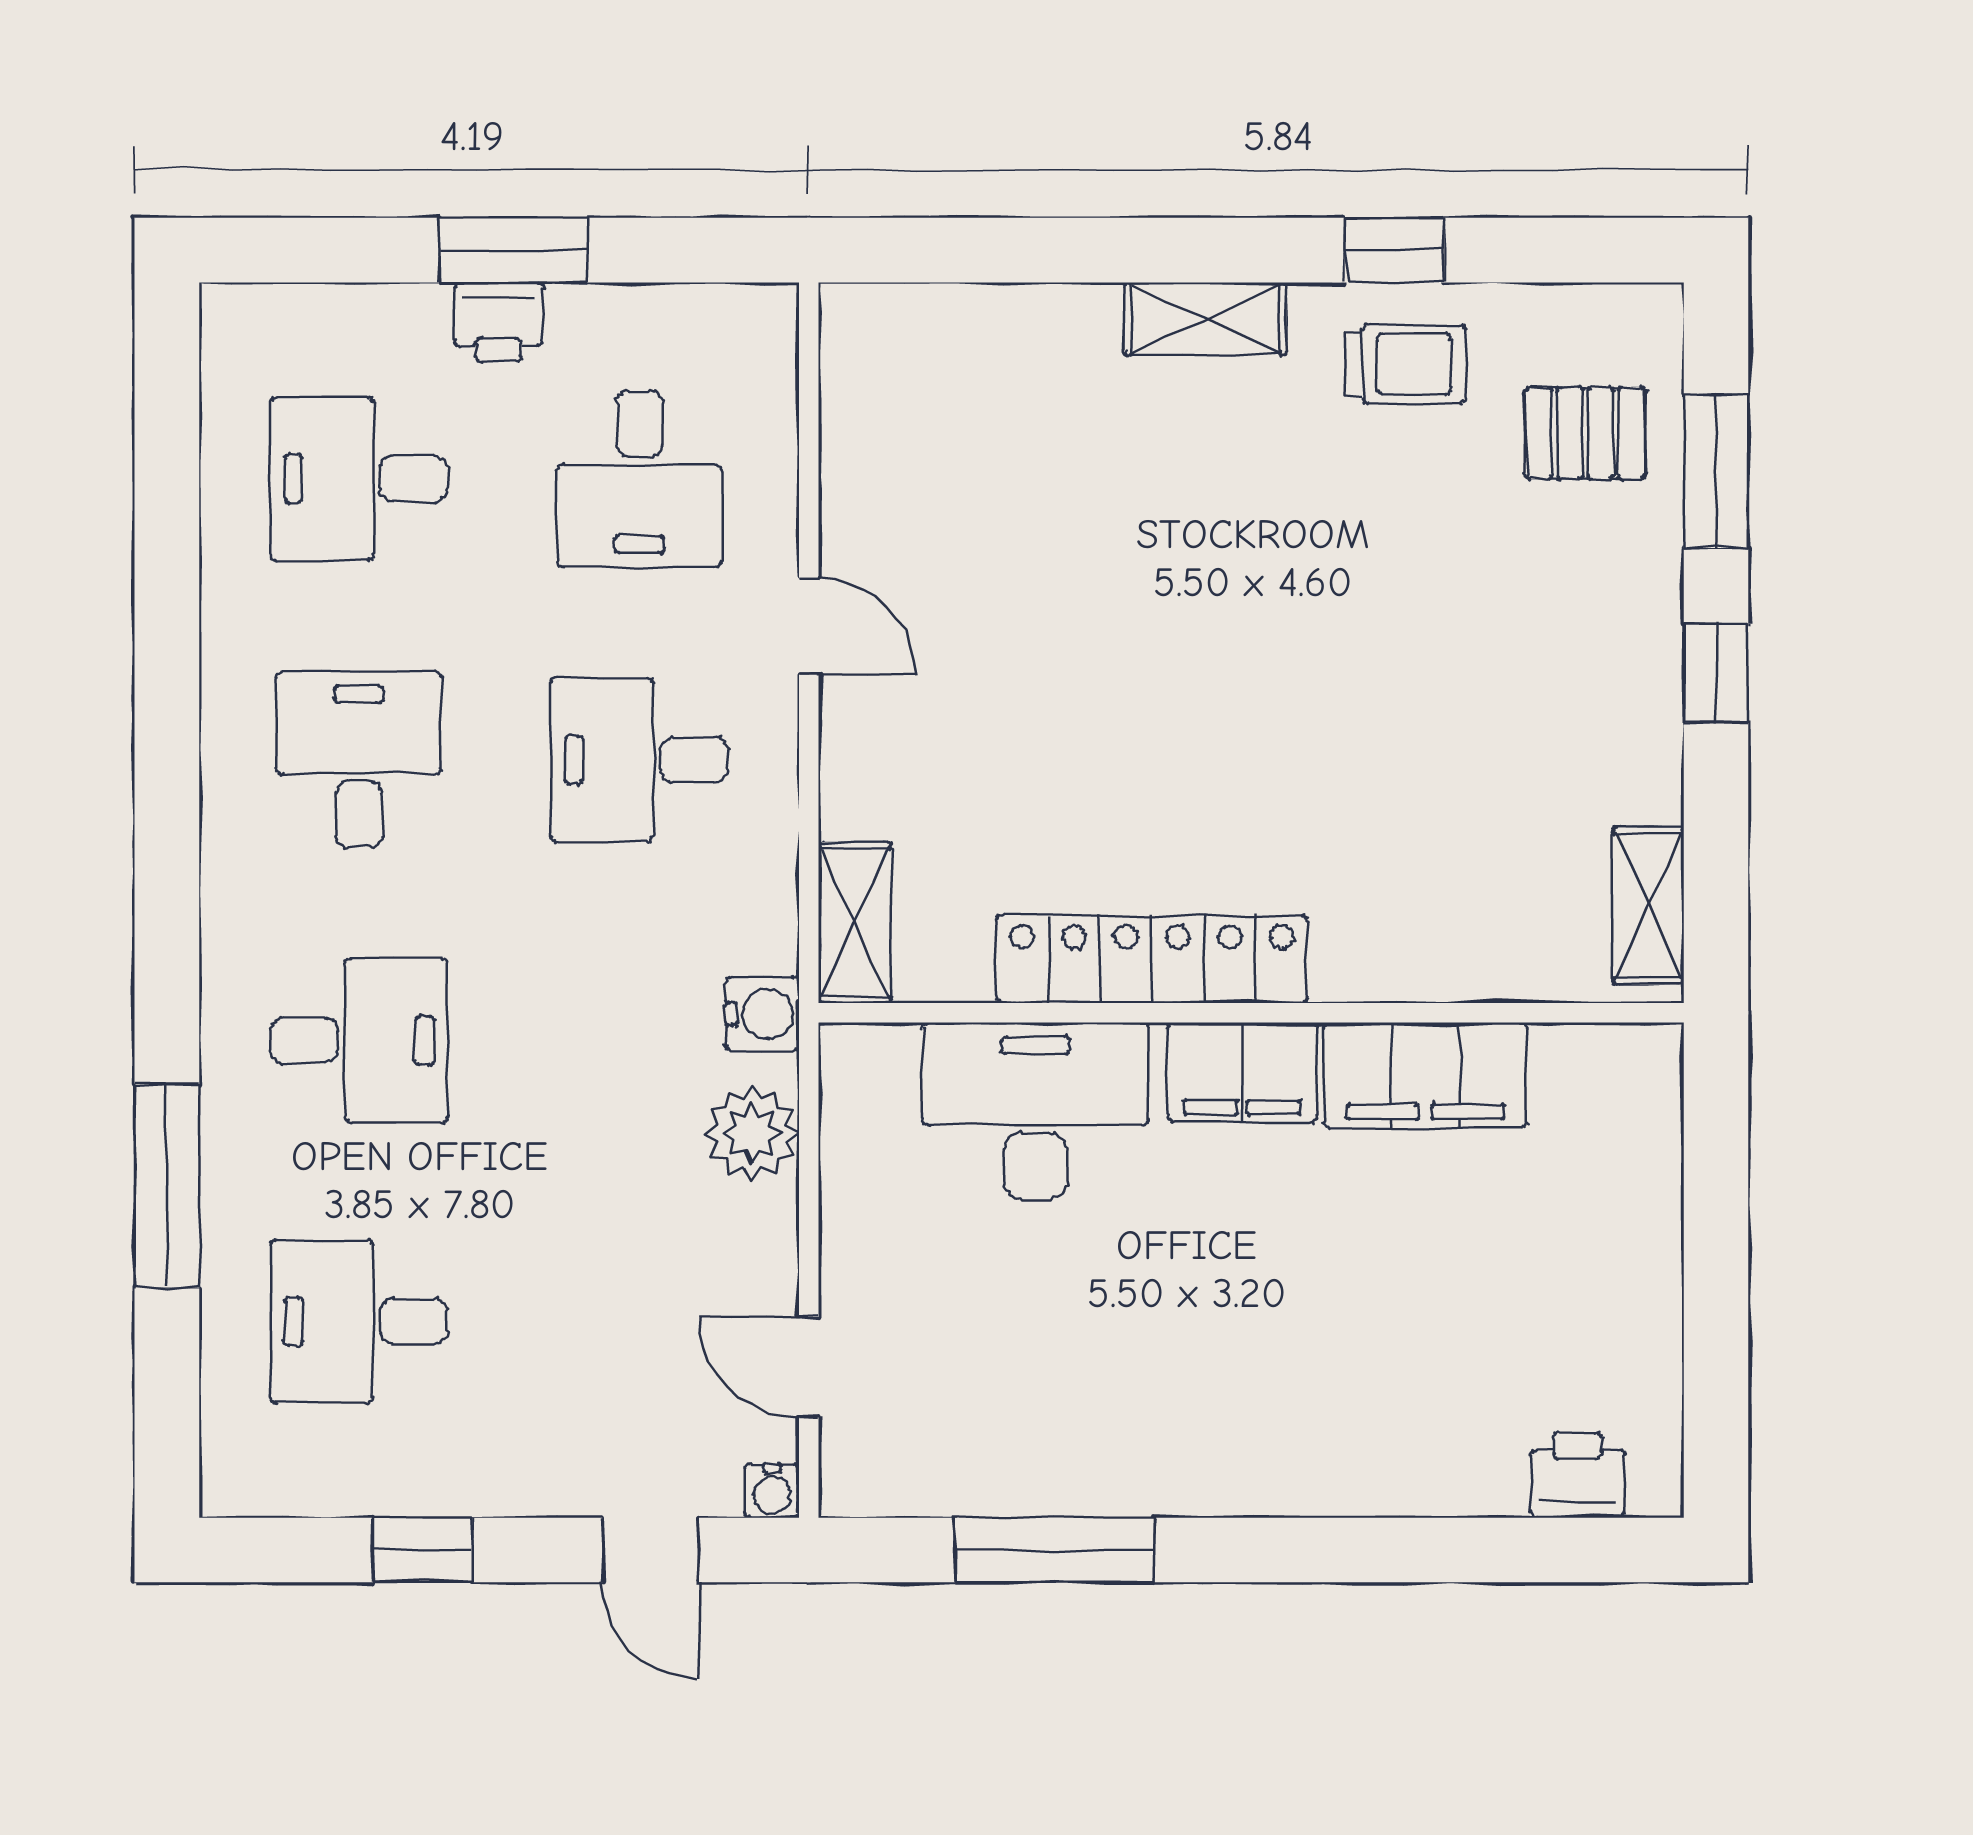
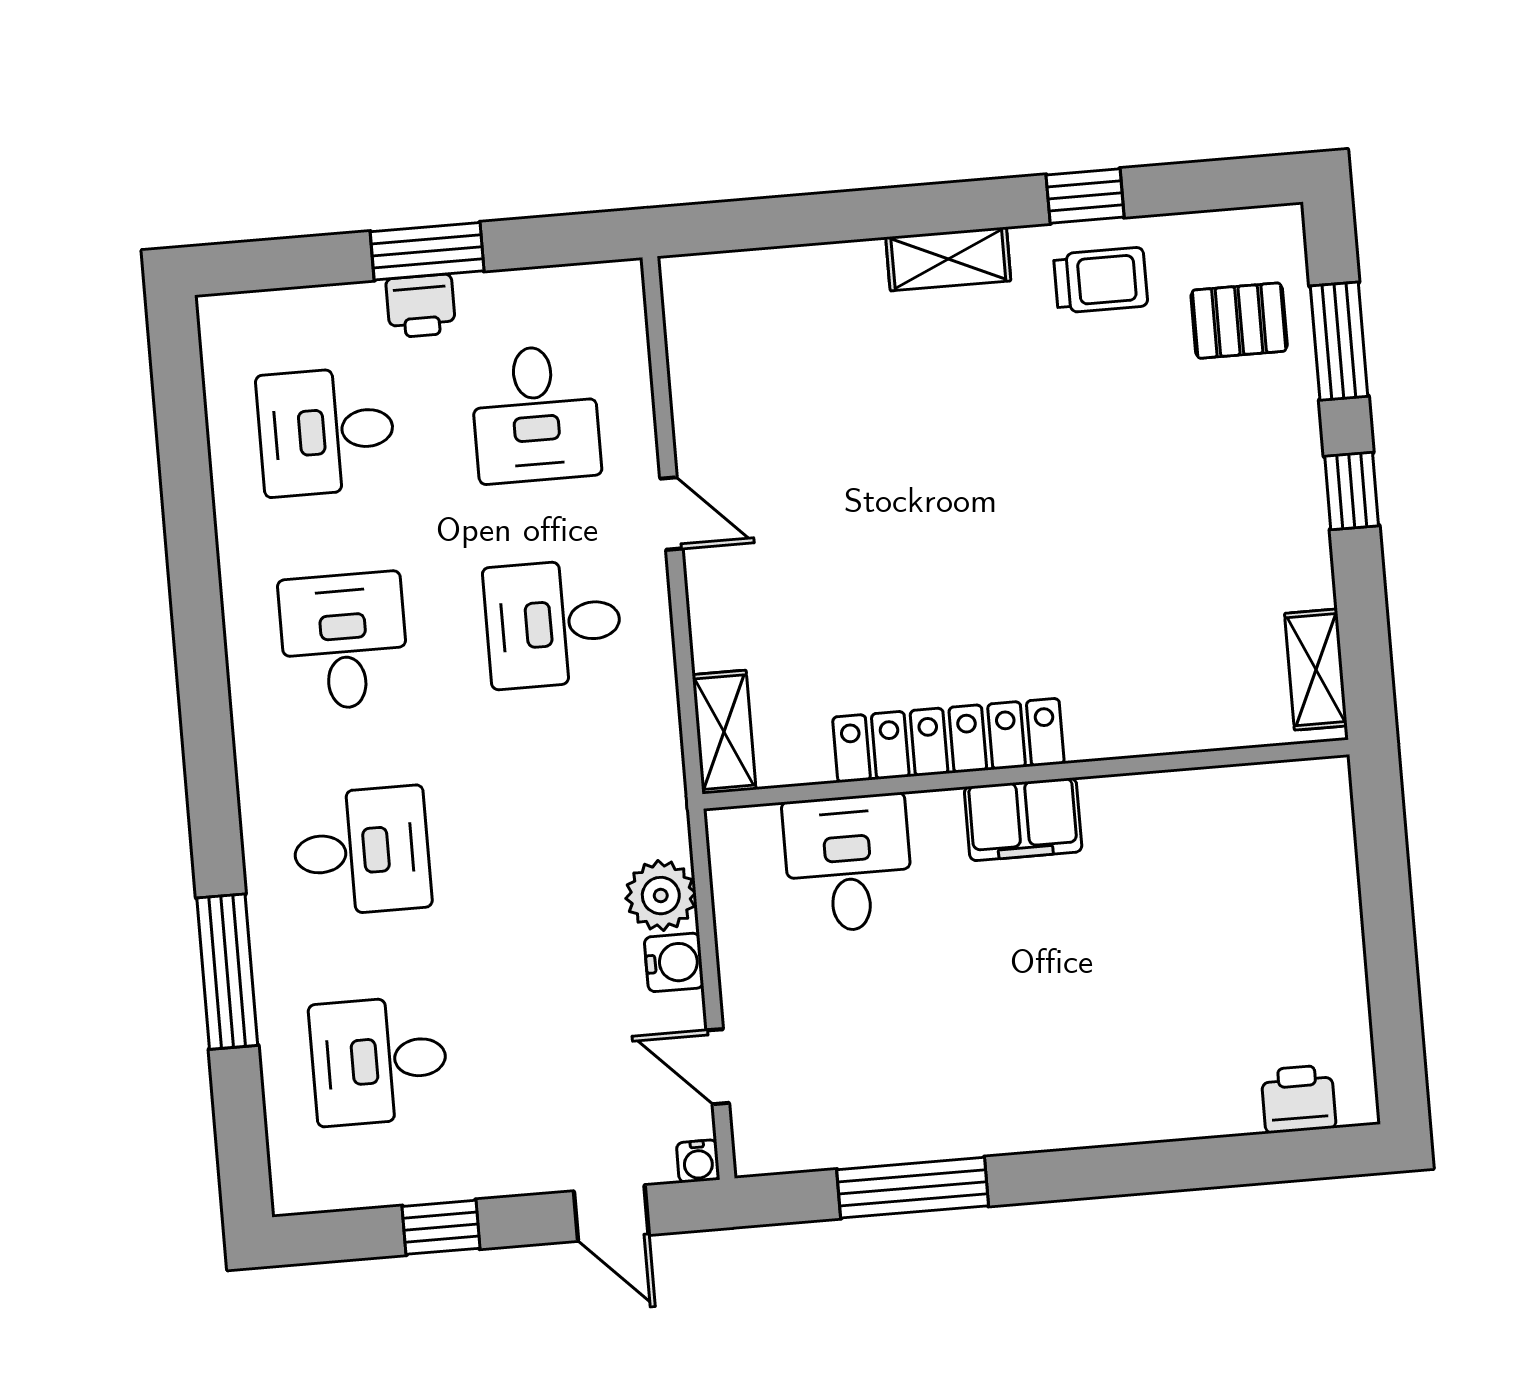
water cooler: (762, 1014) -> (674, 962), moved
filing cabinet: (1425, 1075) -> (1160, 810), removed
desk: (1035, 1111) -> (848, 863), width x0.73

